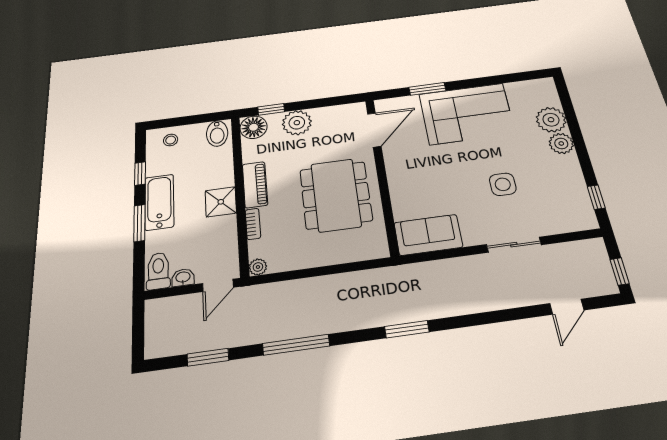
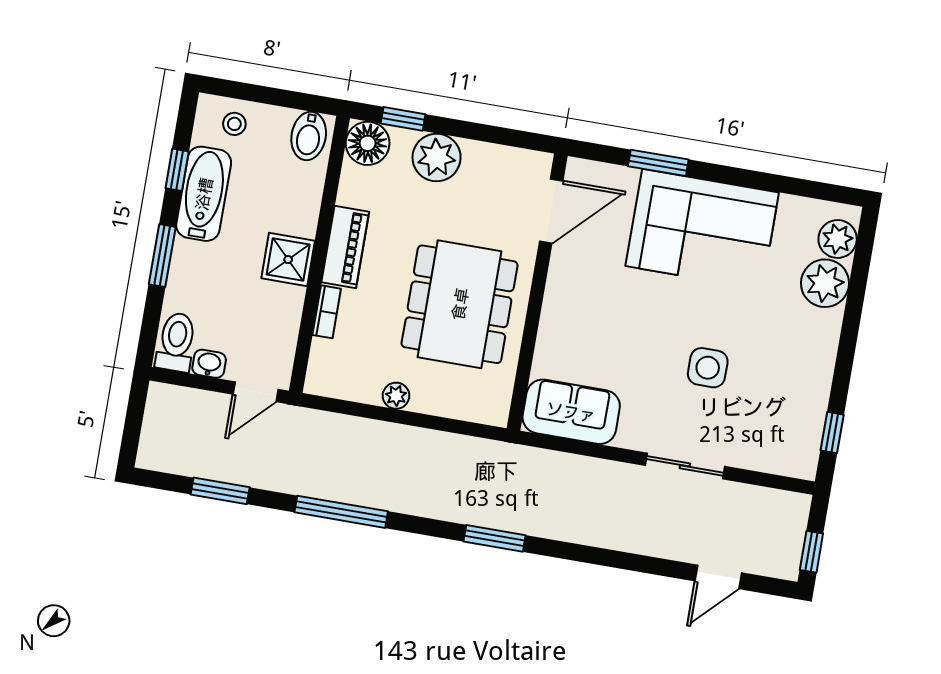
plant: (561, 143) -> (838, 239), moved
bathtub: (159, 202) -> (204, 194), moved
plant: (258, 267) -> (396, 396), moved

